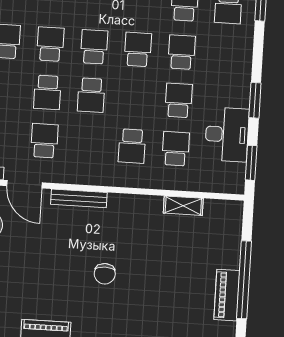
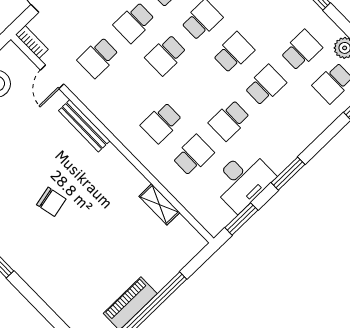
school desk: (179, 100) -> (229, 120), turned 180
school desk: (44, 141) -> (98, 57), turned 180
door: (24, 184) -> (52, 77), width x0.73
chair: (105, 274) -> (51, 202), turned -102

